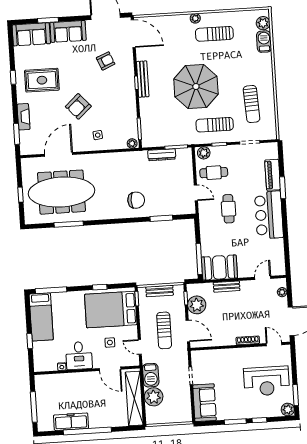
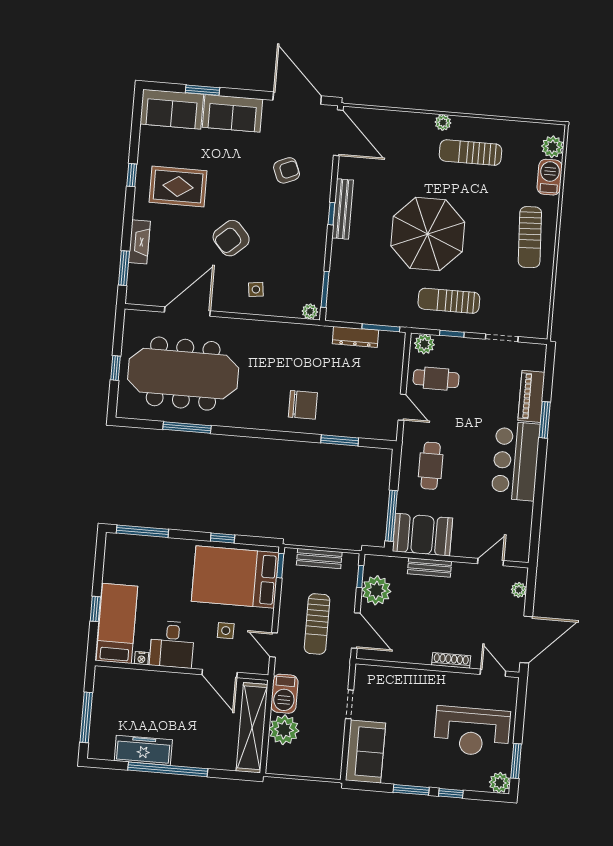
sun lounger: (252, 104) -> (530, 237), moved
cafe table: (228, 209) -> (431, 466), moved
bed: (41, 317) -> (117, 623), moved, turned 180

